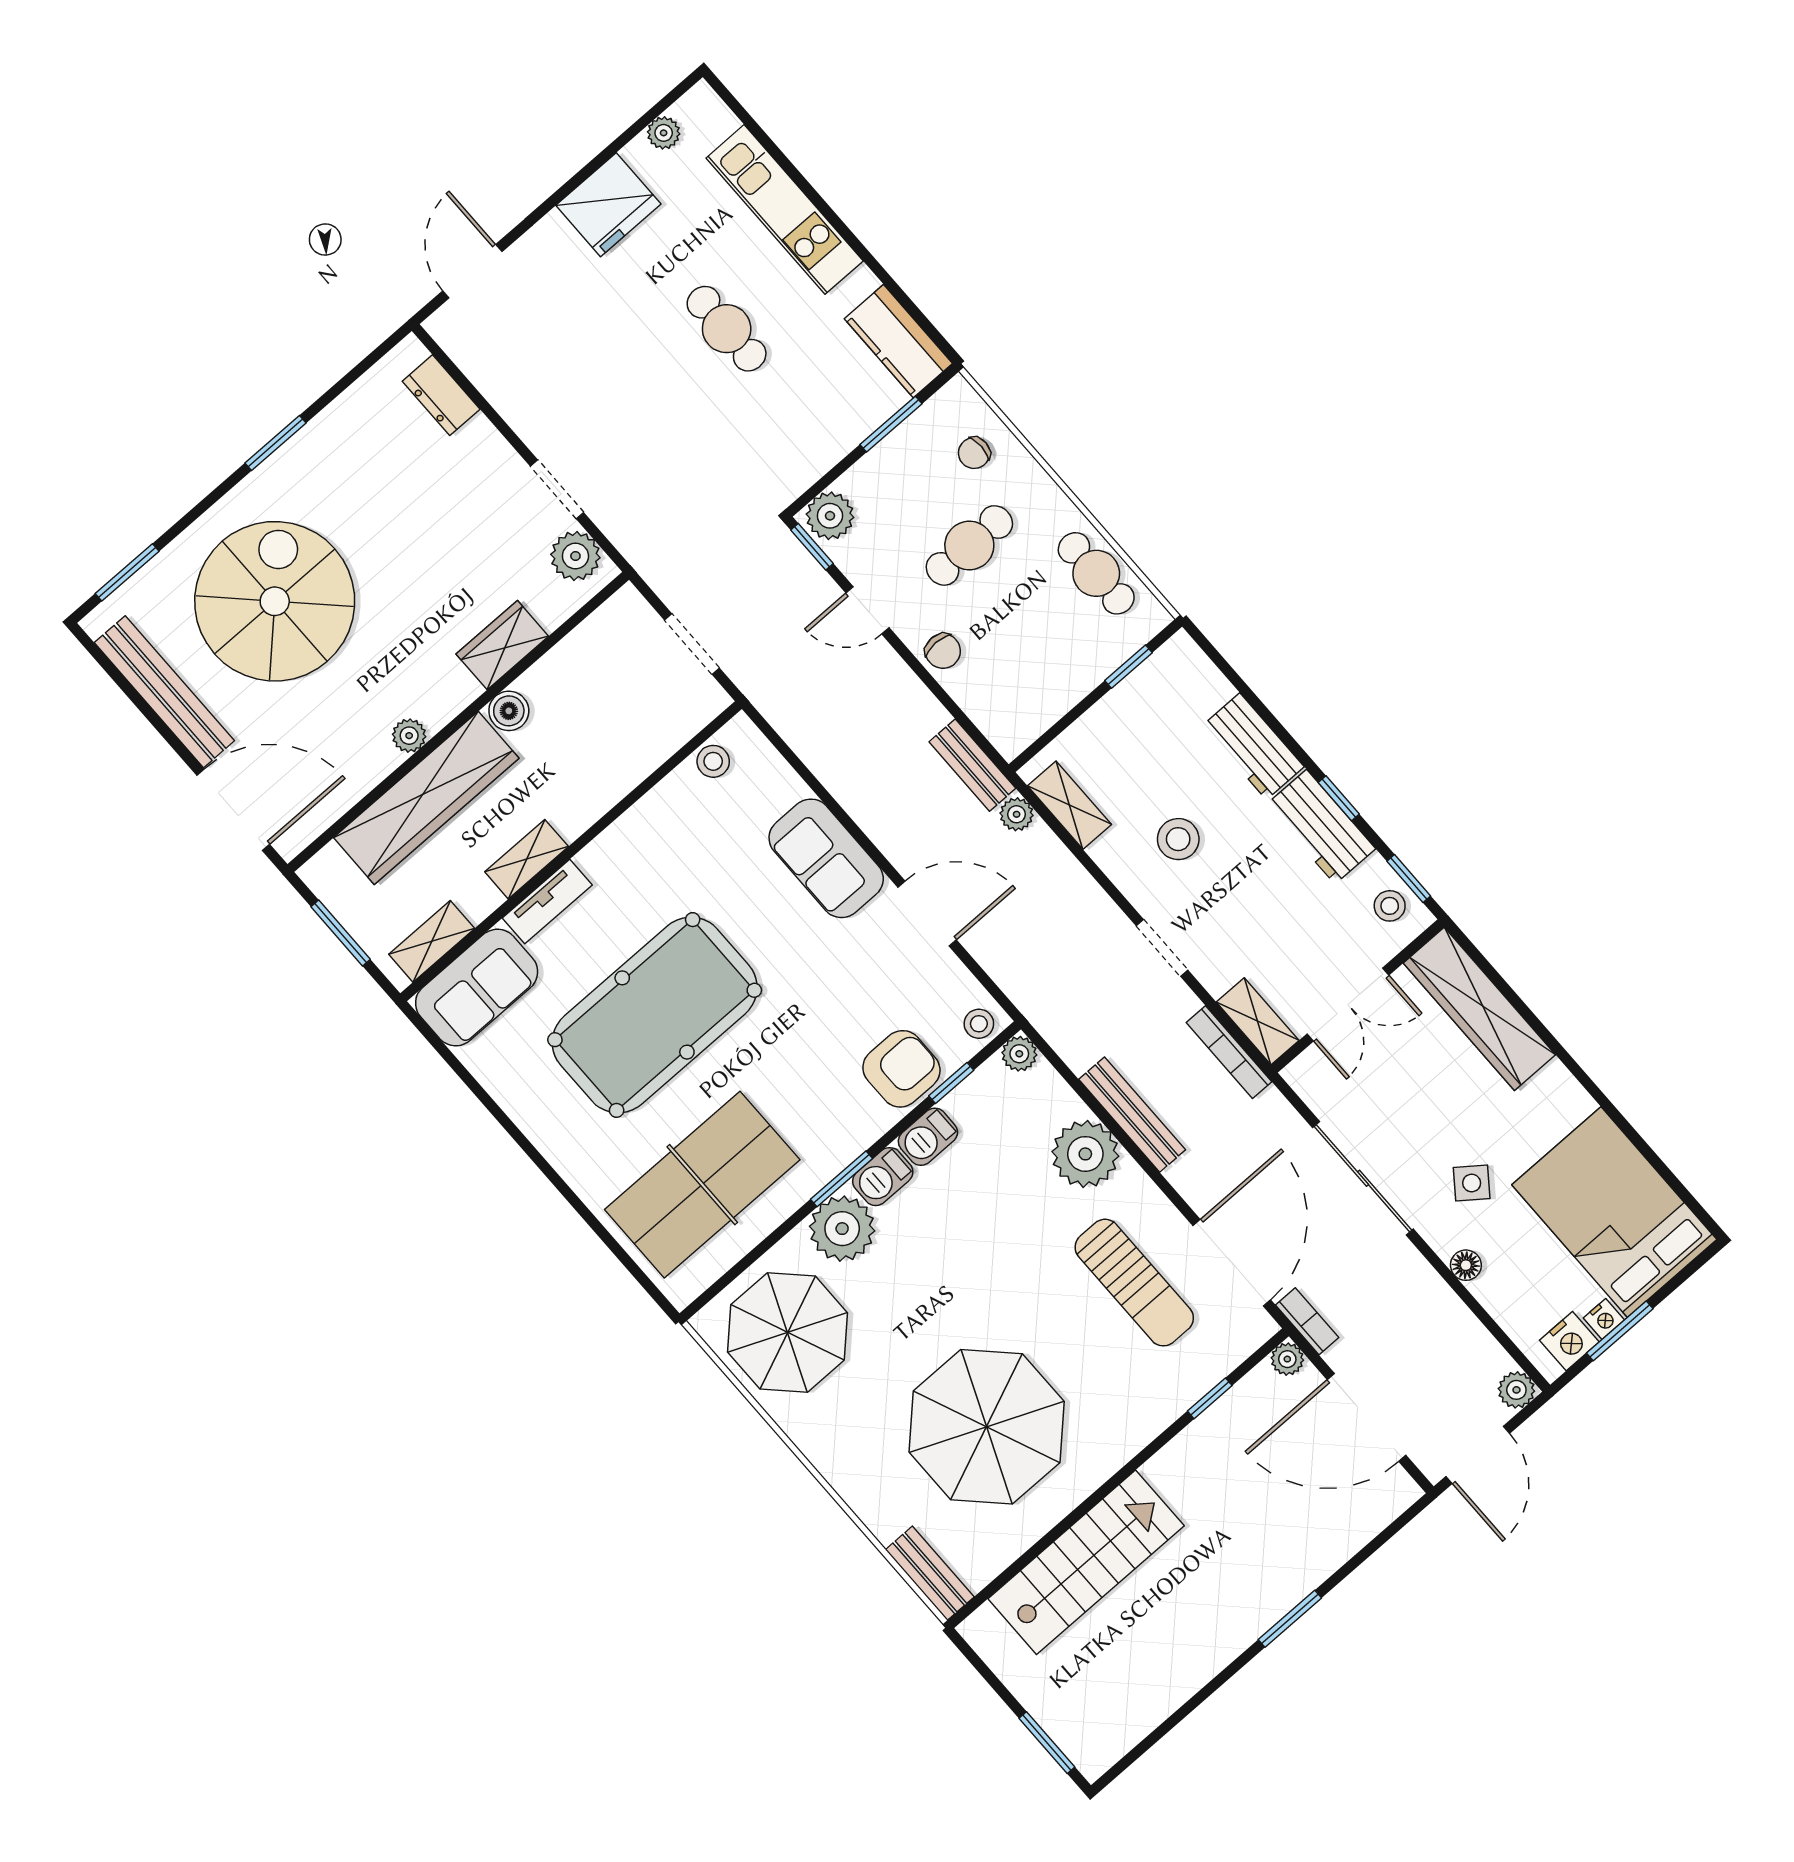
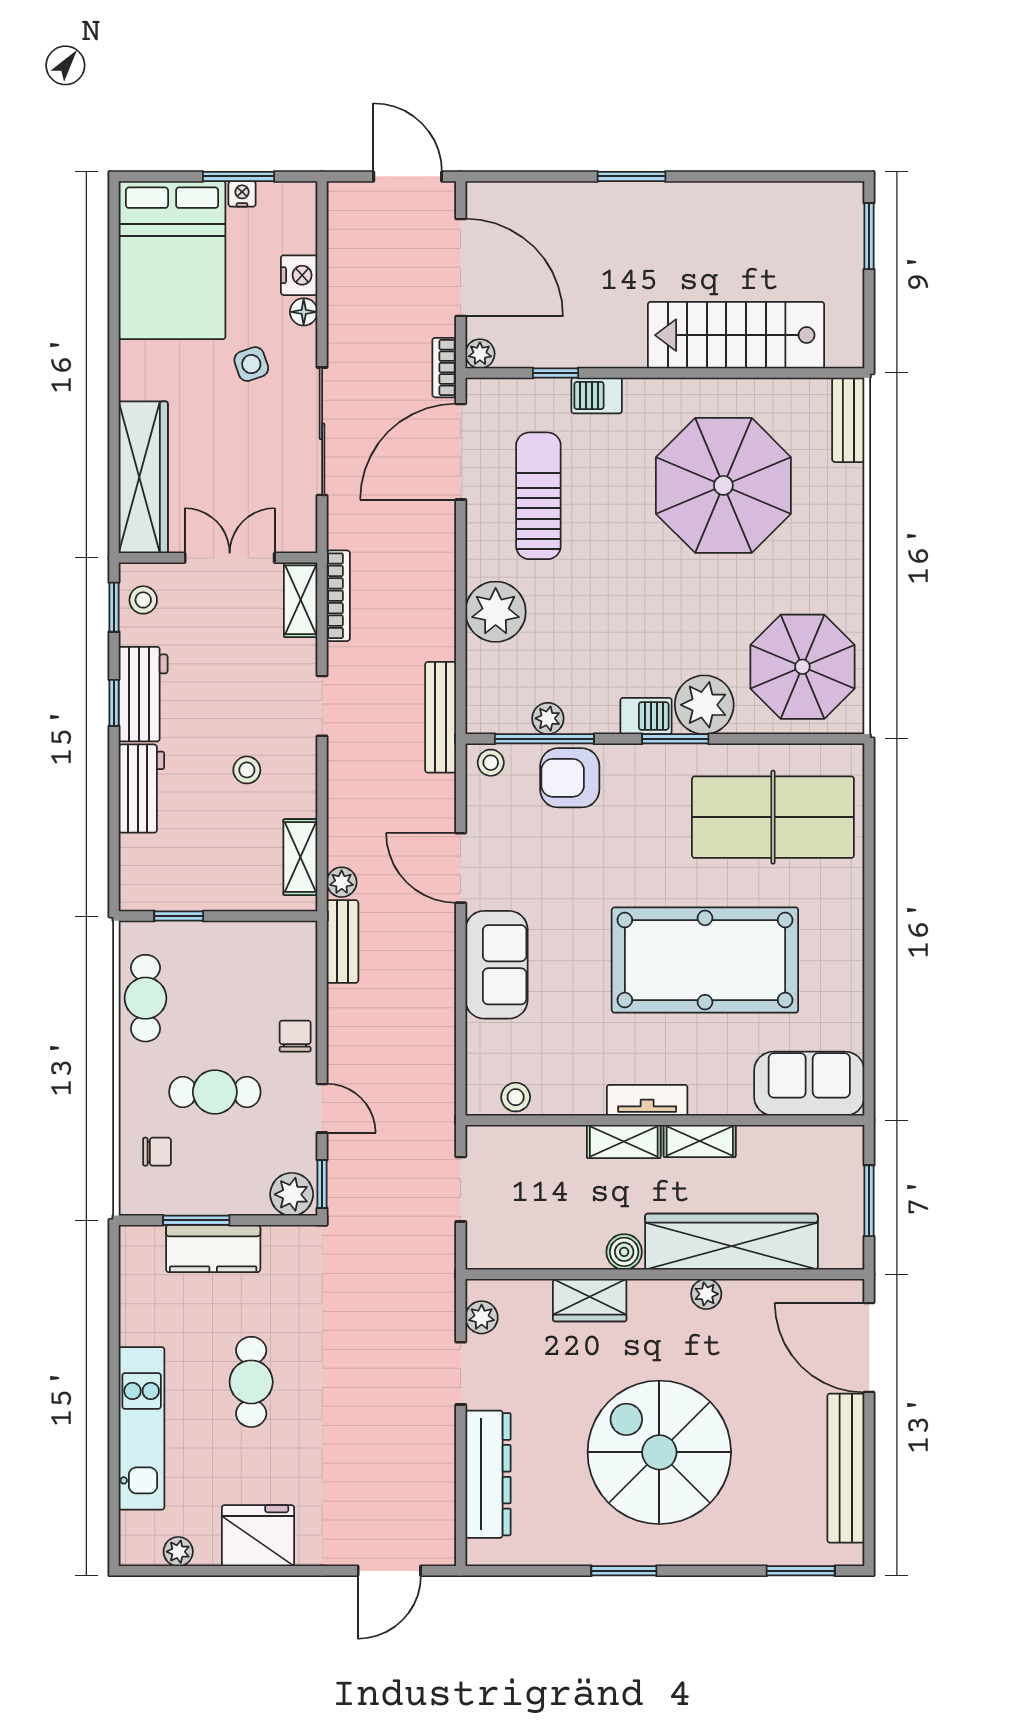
kitchen counter: (898, 341) -> (213, 1249), moved, turned 90
dresser: (441, 395) -> (488, 1474), width x1.96, depth x1.24
plant: (575, 556) -> (482, 1317), width x0.73, depth x0.73
spiral stairs: (275, 601) -> (659, 1452), moved, turned 90
stool: (1178, 839) -> (247, 770), width x0.73, depth x0.73
tv unit: (547, 902) -> (647, 1100), moved
shelving: (432, 941) -> (624, 1141), moved
plant: (1019, 1054) -> (548, 718), moved
window: (951, 1083) -> (544, 739), width x2.17
bench: (1132, 1115) -> (441, 717), moved
barbecue: (928, 1137) -> (597, 396), moved, turned 180
side table: (1472, 1183) -> (251, 364), turned 34
nightstand: (1569, 1341) -> (299, 275), moved, turned 90
plant: (1516, 1390) -> (343, 198), removed
door: (1478, 1455) -> (408, 176), hinge flipped

